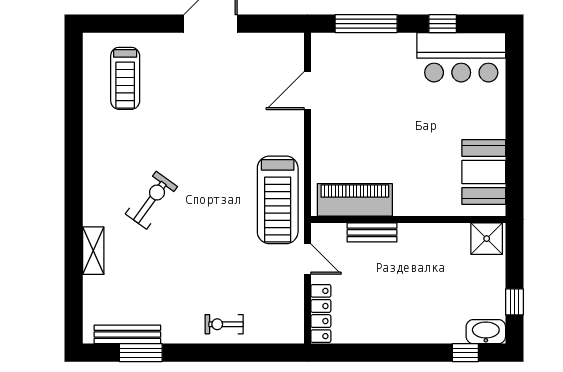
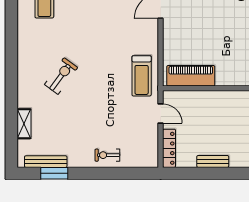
treadmill: (278, 200) -> (142, 76), width x0.73, depth x0.73
bench: (372, 232) -> (213, 161), moved
shelving: (93, 251) -> (24, 124), moved

